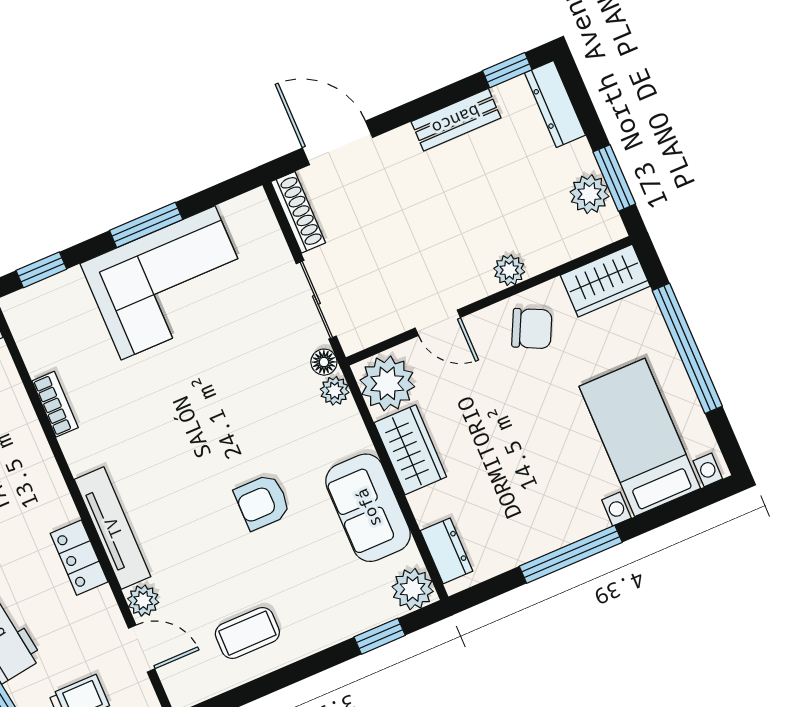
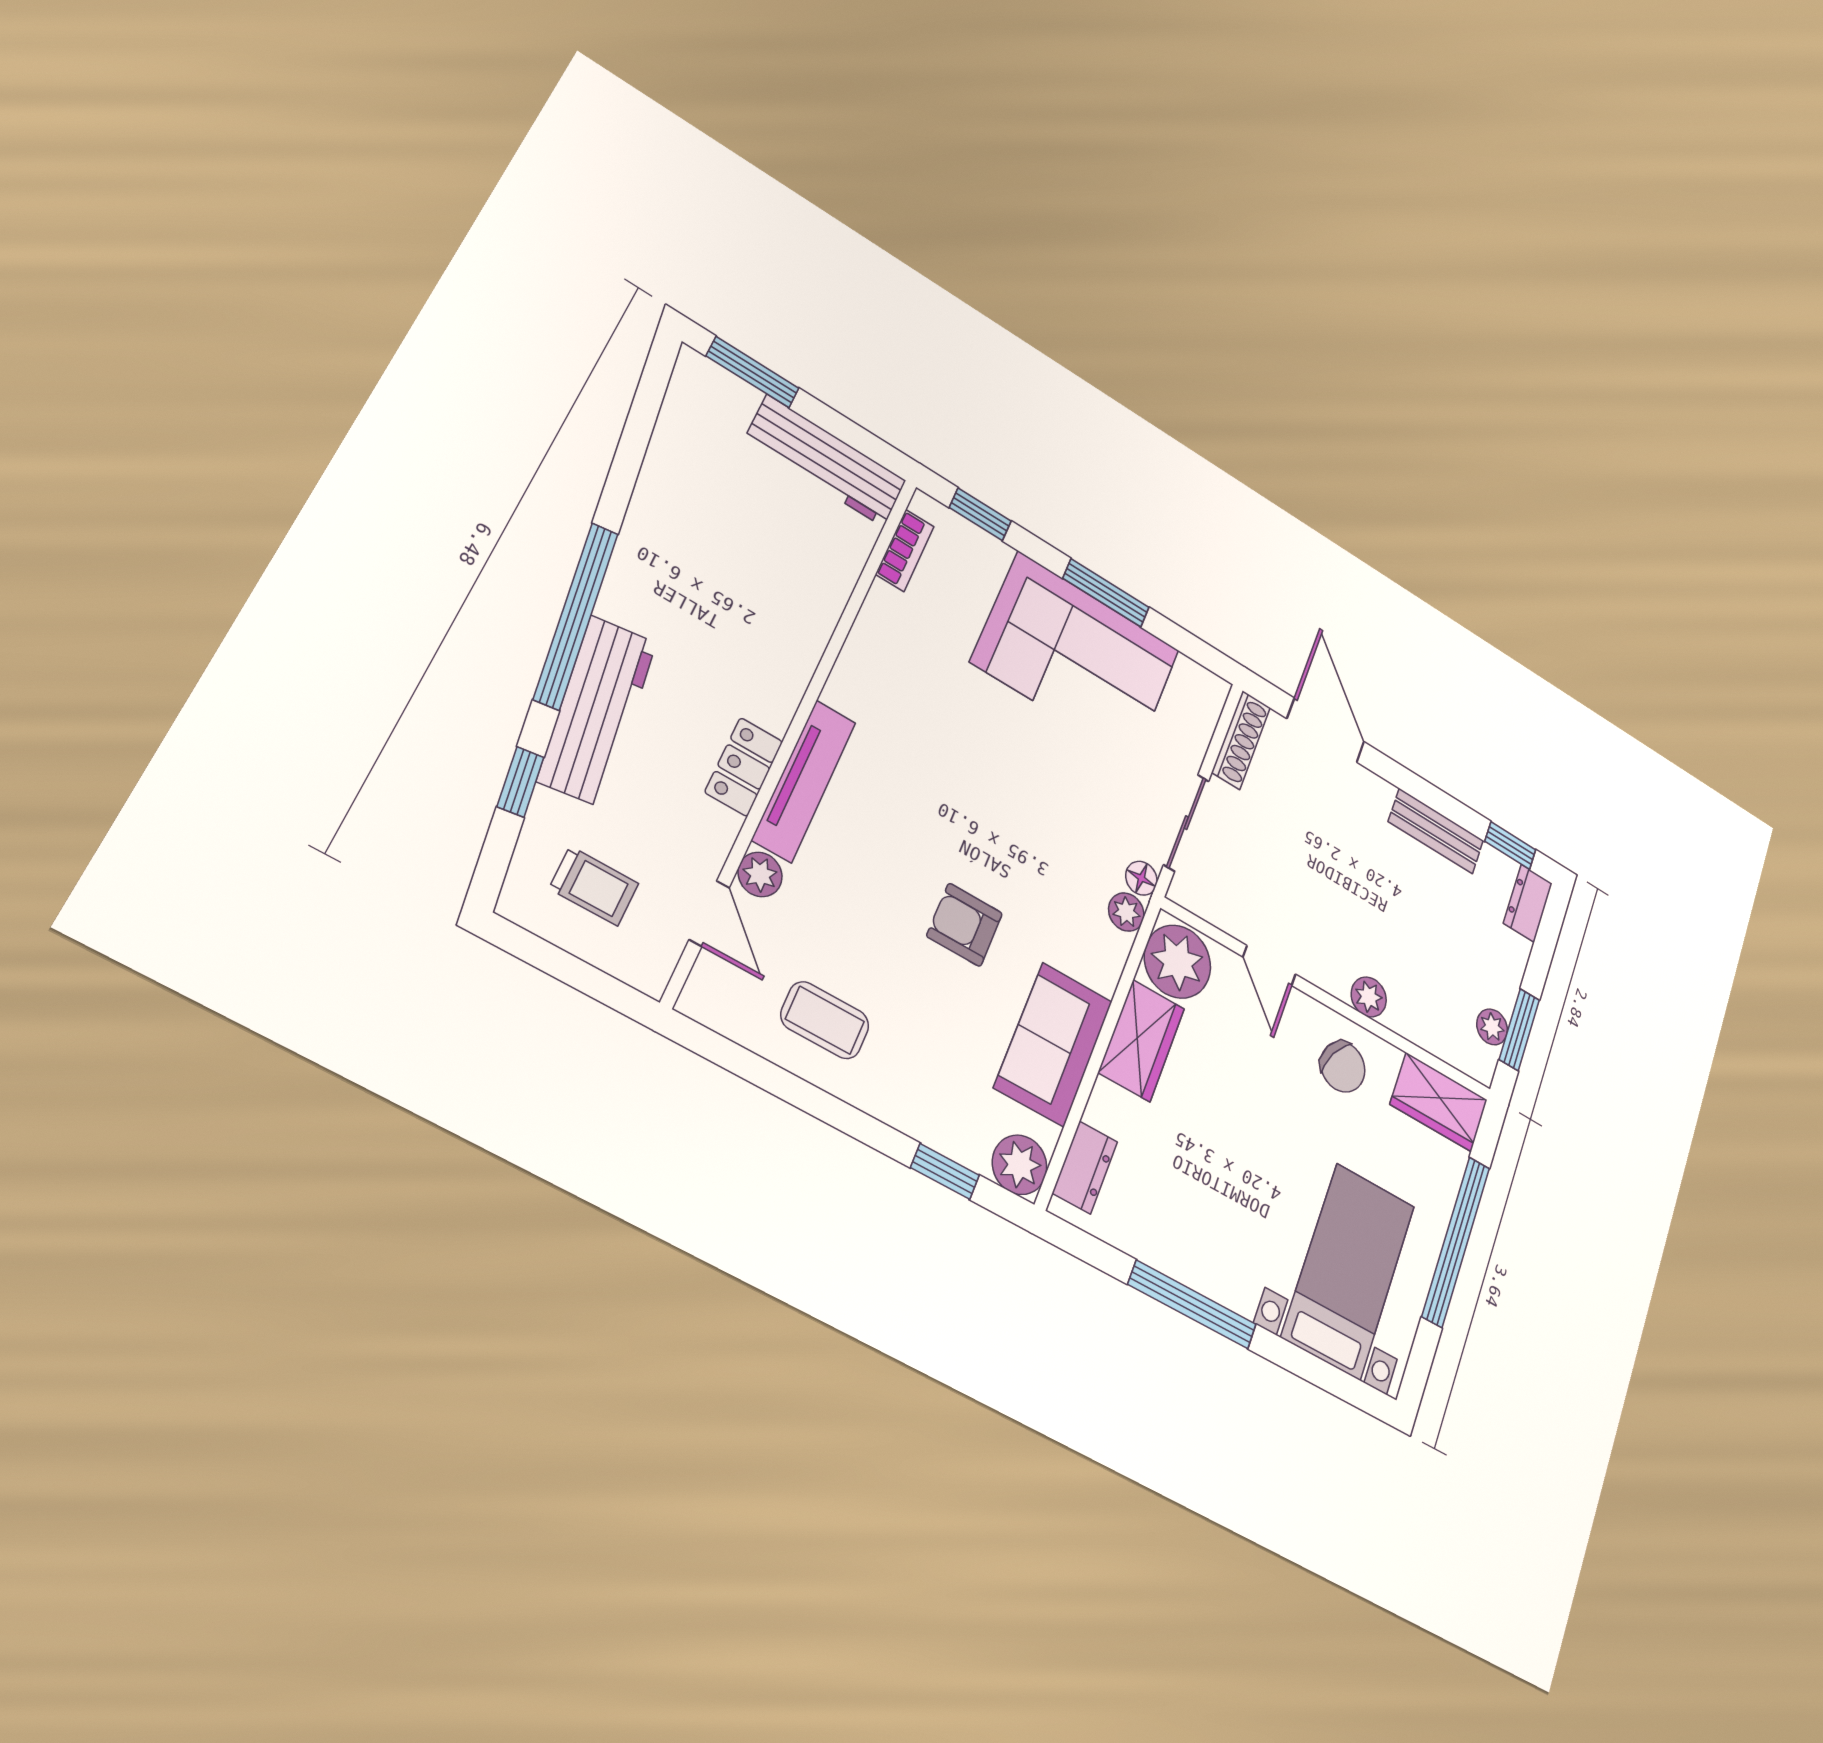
dresser: (555, 104) -> (1528, 903), width x0.70
plant: (589, 194) -> (1492, 1027), width x0.73, depth x0.73
bookcase: (55, 404) -> (905, 550), moved

